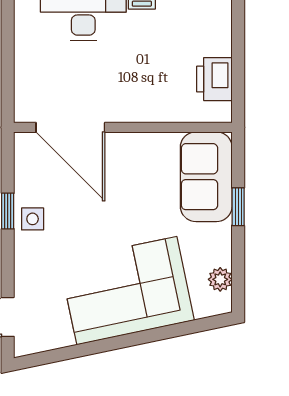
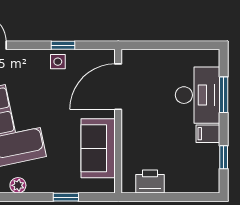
sofa: (206, 177) -> (98, 148), moved, turned -90

